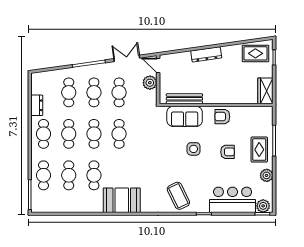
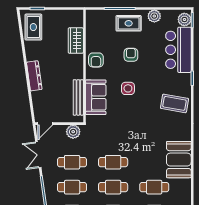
plant: (150, 83) -> (73, 132), moved
wardrobe: (265, 91) -> (76, 41), moved, turned 90
coffee table: (178, 196) -> (174, 103), turned 36

